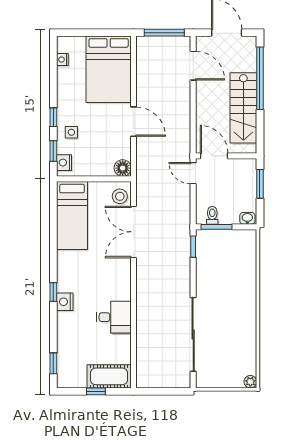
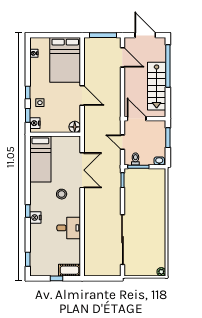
door: (193, 173) -> (122, 142), moved
stool: (120, 196) -> (62, 194), moved
double door: (134, 232) -> (82, 170), swing flipped
cot: (109, 376) -> (69, 270), width x0.73, depth x0.75

